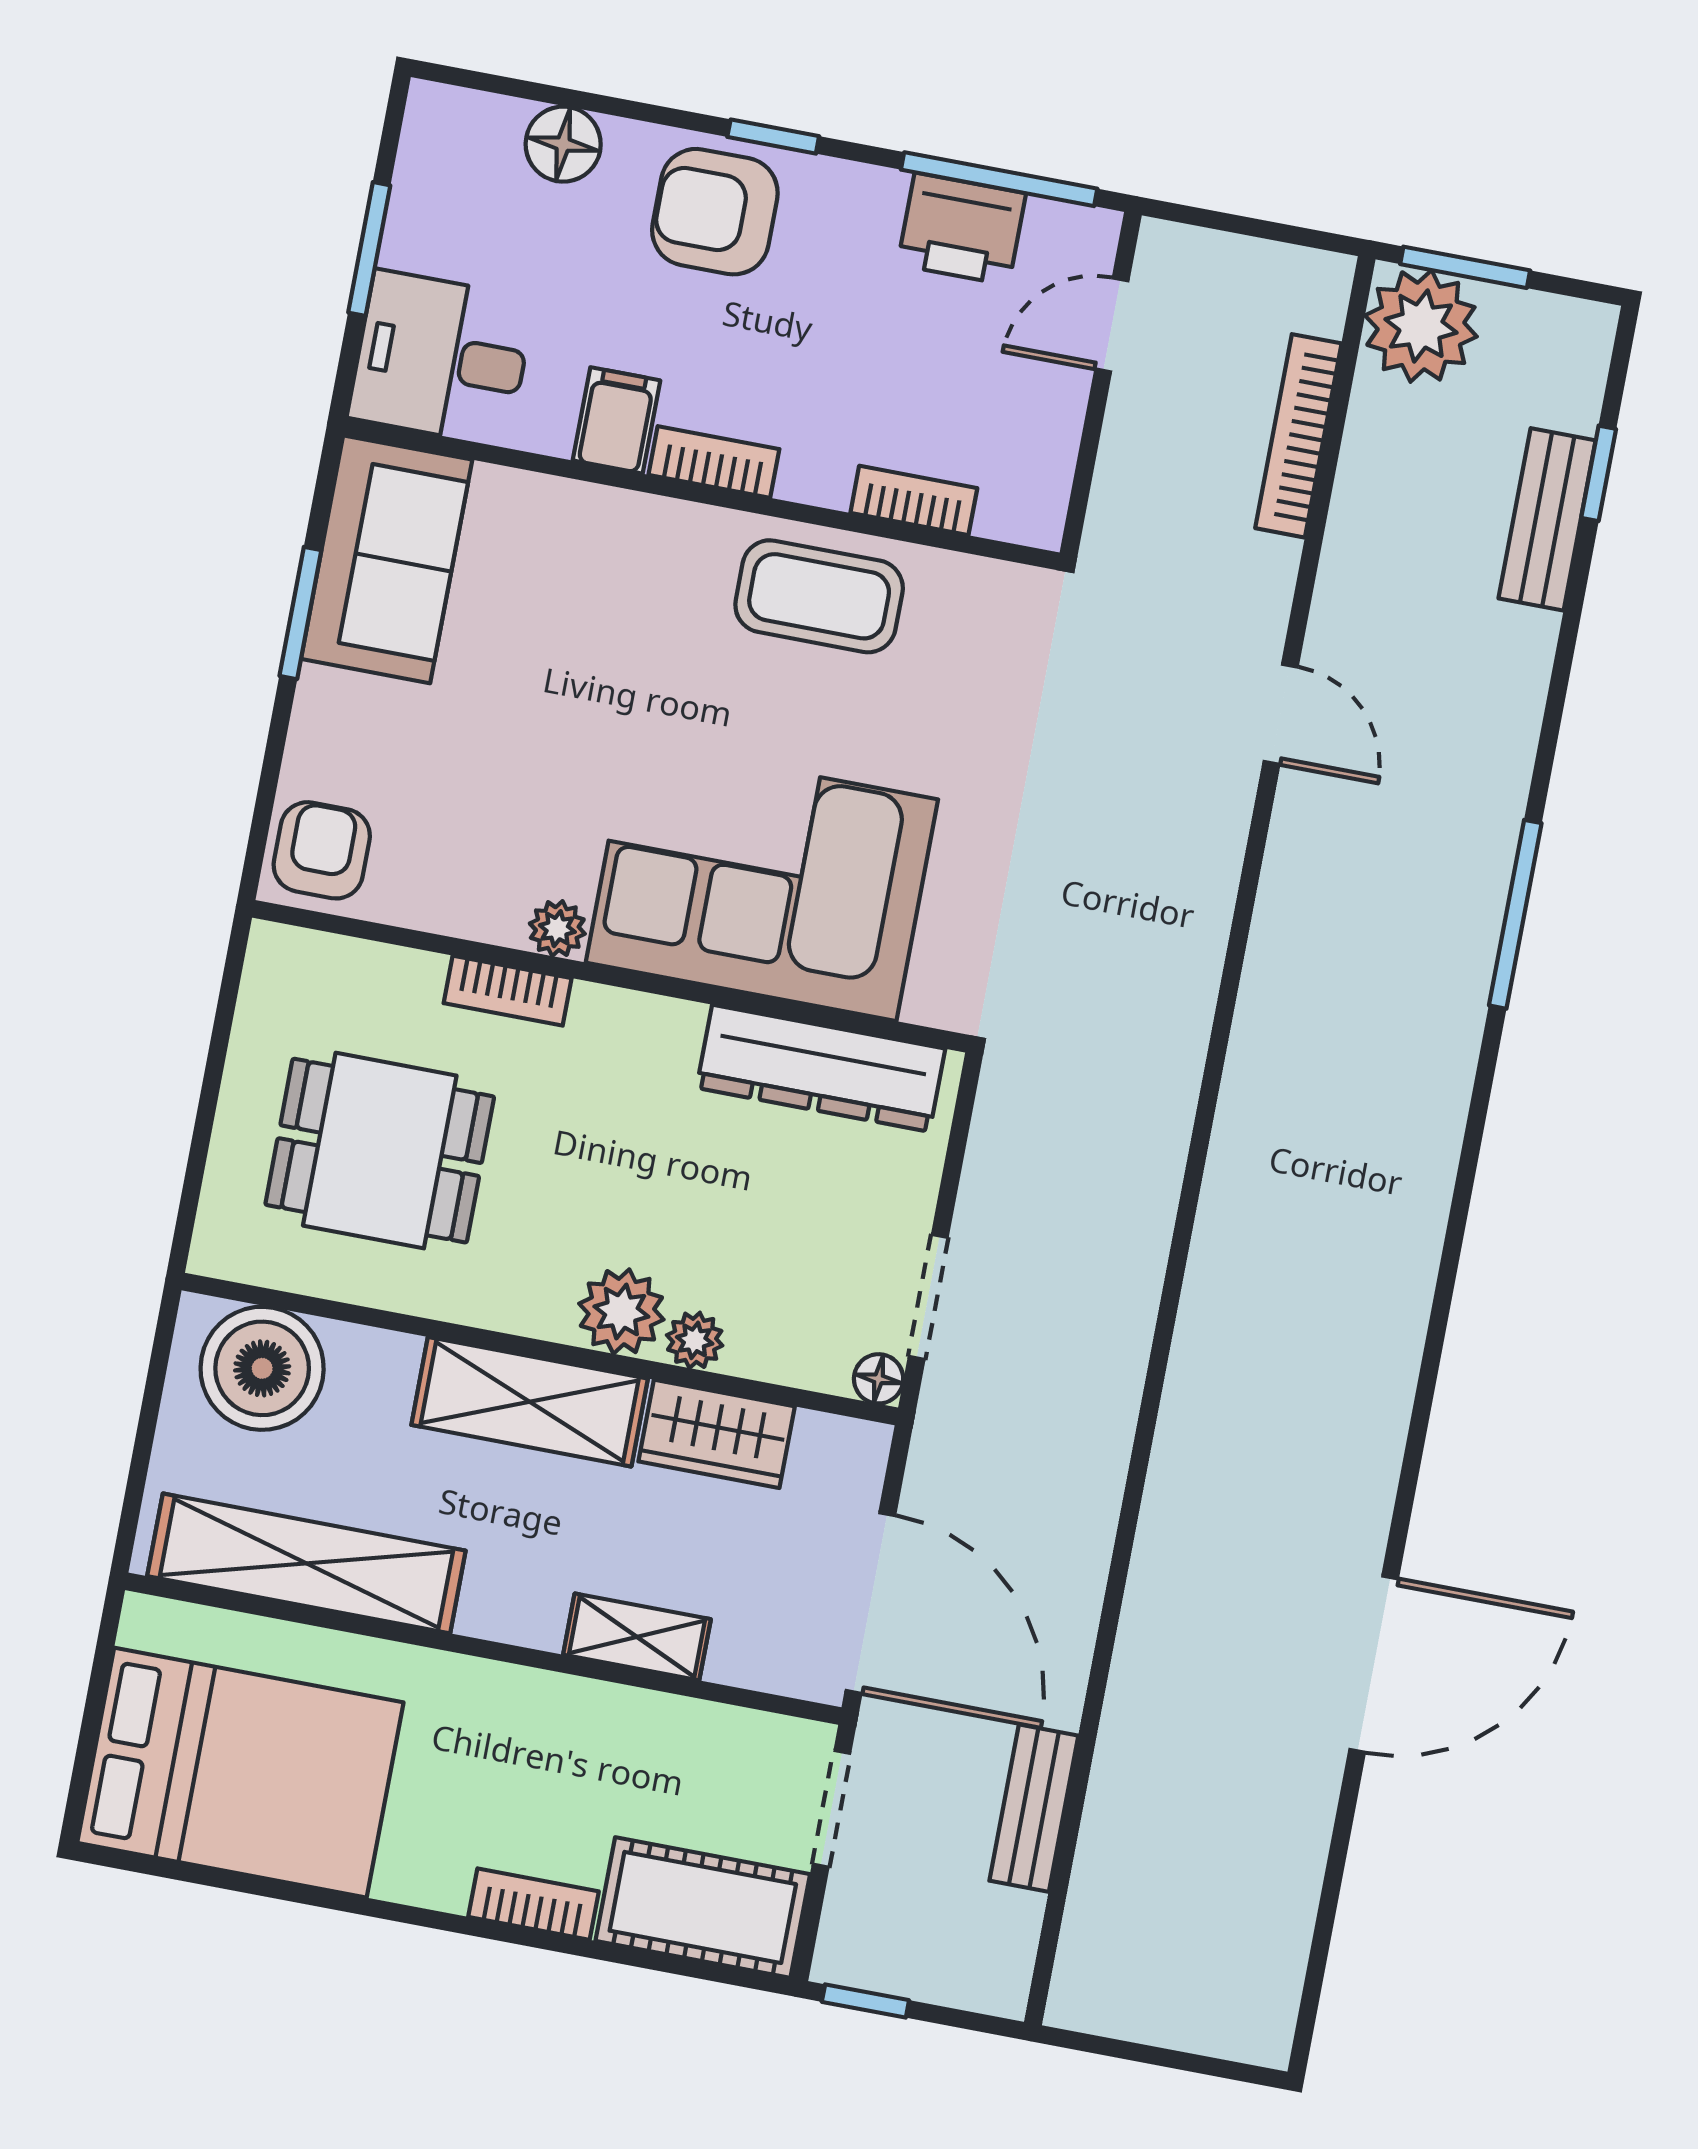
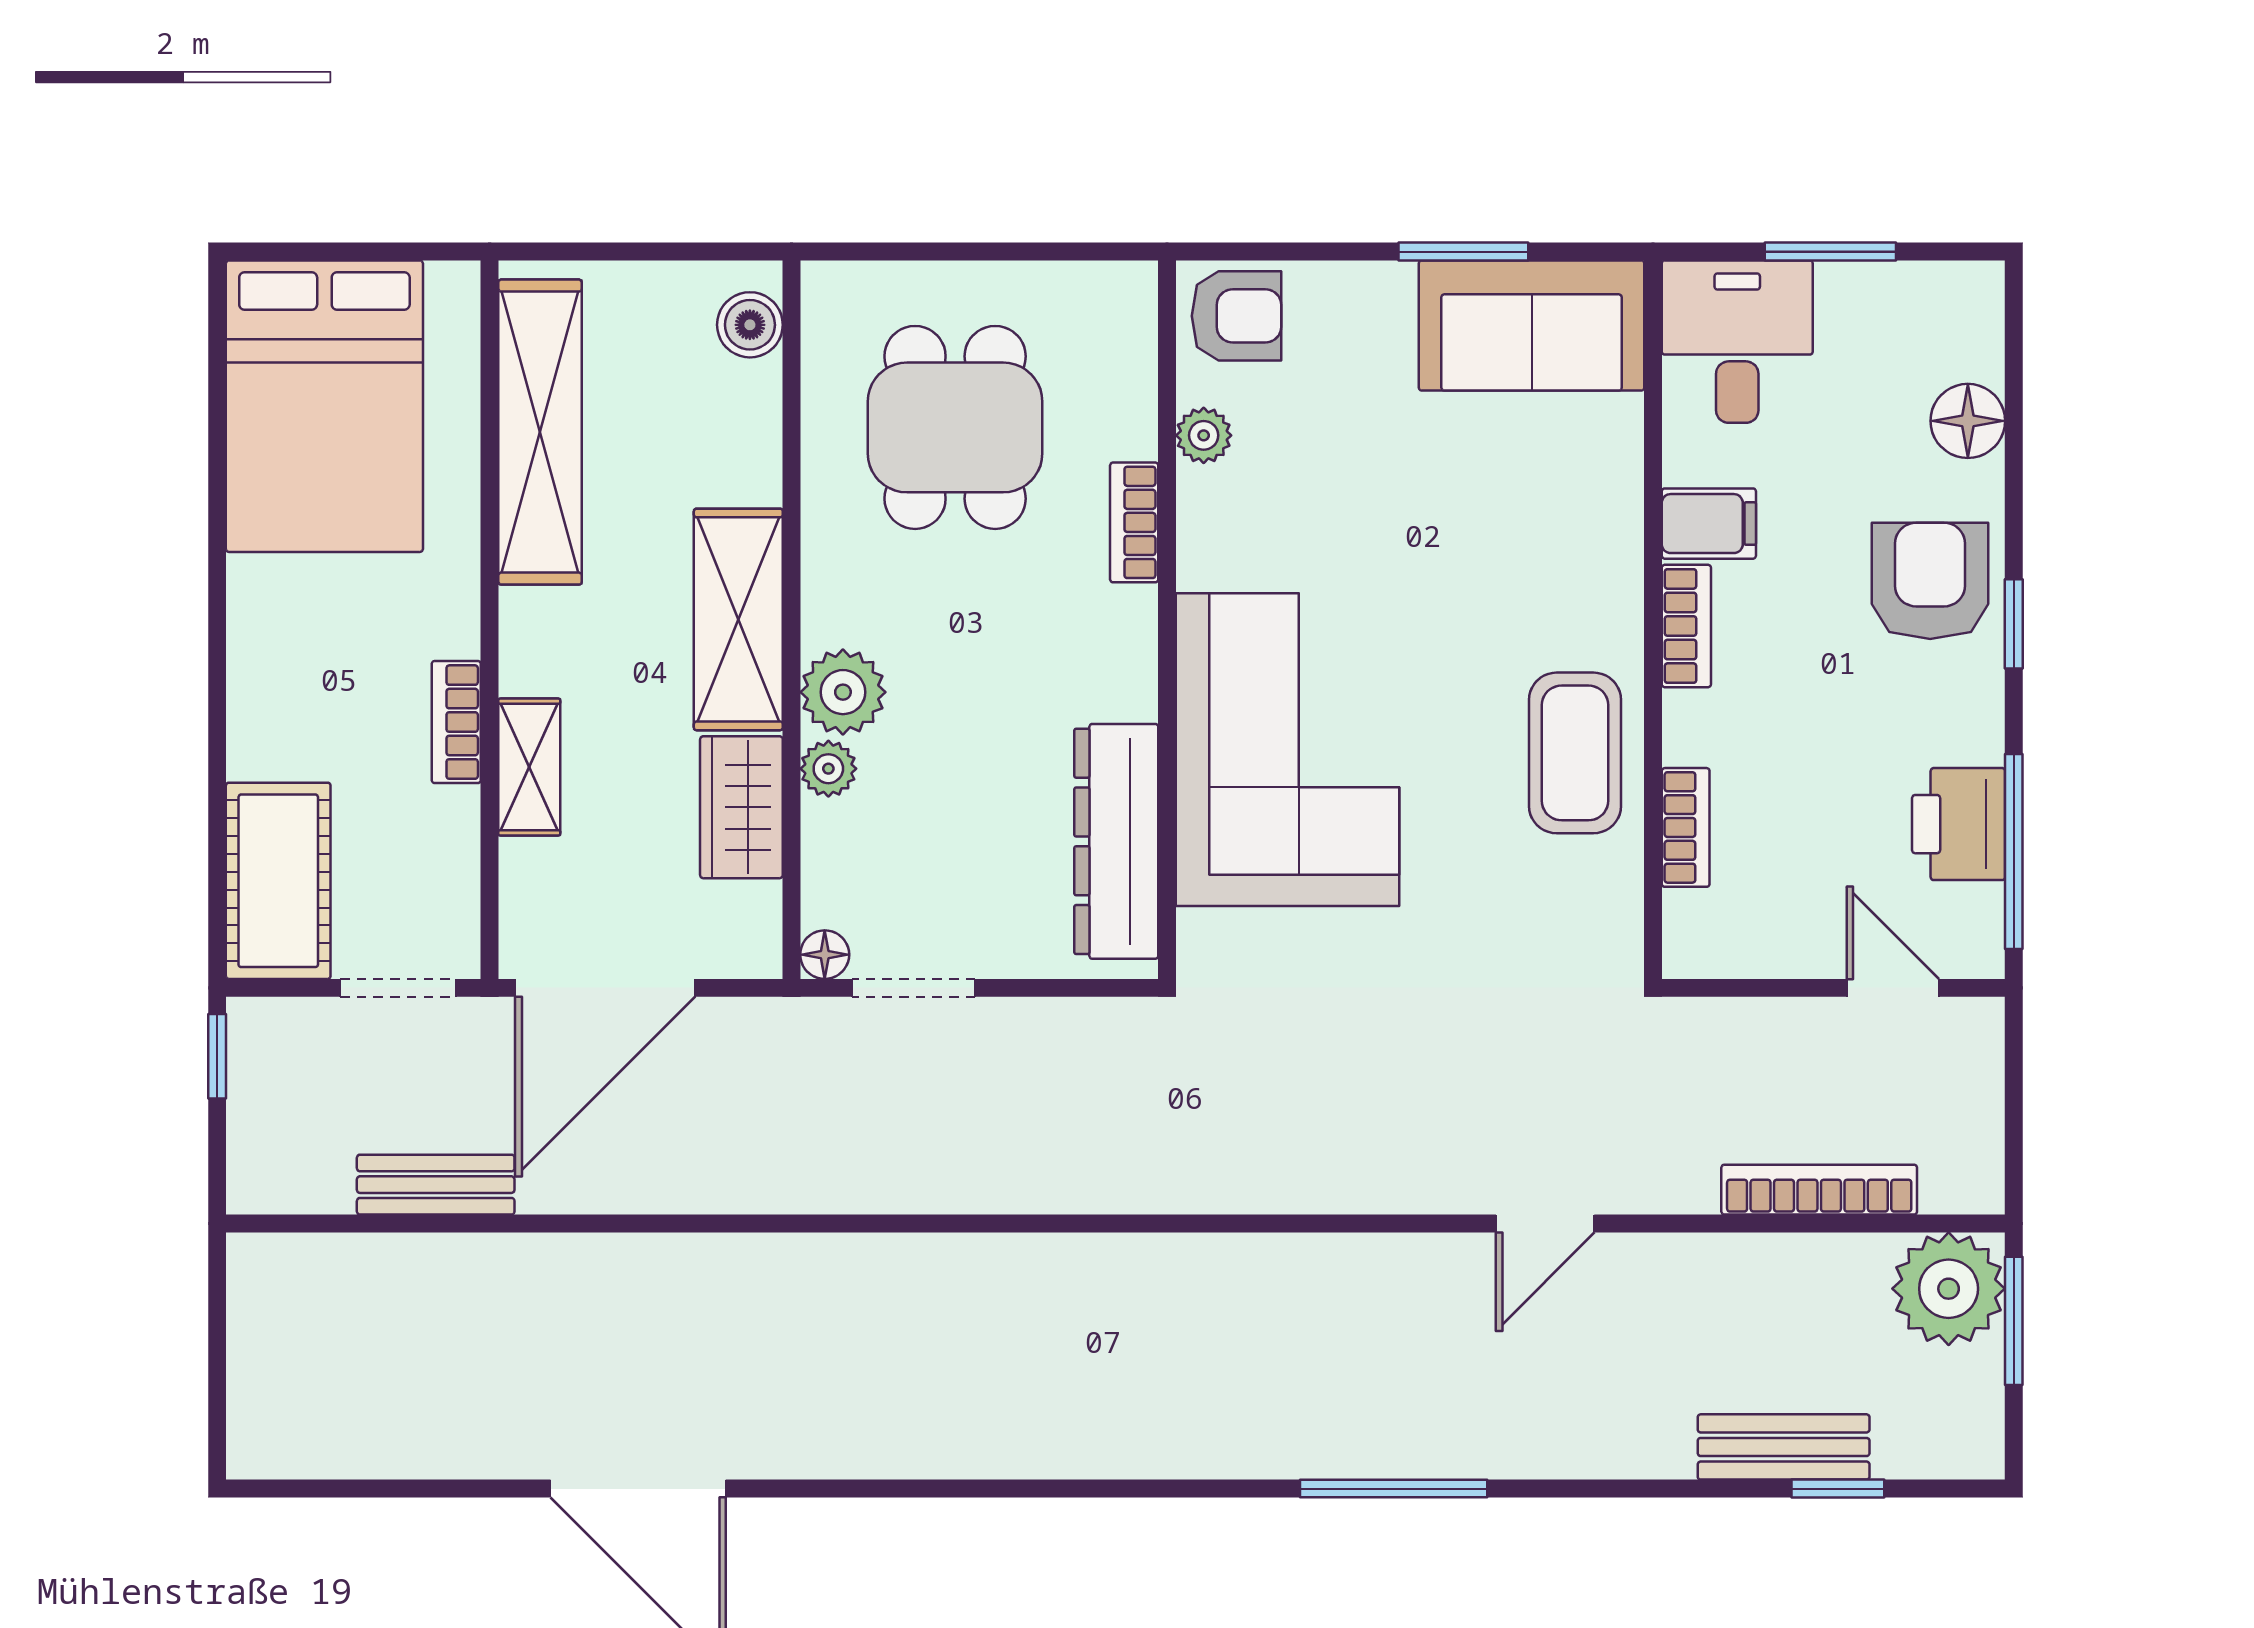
plant: (557, 929) -> (1204, 435), moved
boiler: (262, 1368) -> (750, 325), width x0.54, depth x0.54
bookcase: (534, 1904) -> (456, 722), moved, turned 180

